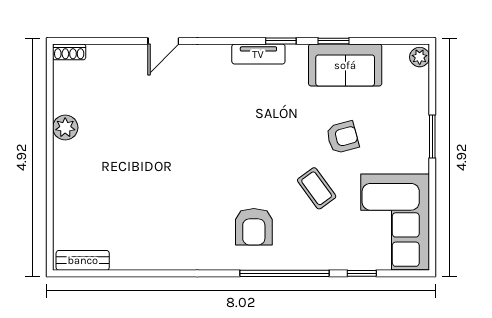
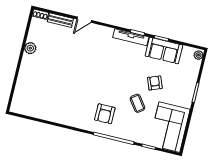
tv unit: (258, 54) -> (131, 37), width x1.41
armchair: (343, 137) -> (155, 83), turned -96
bench: (83, 260) -> (60, 20), moved

